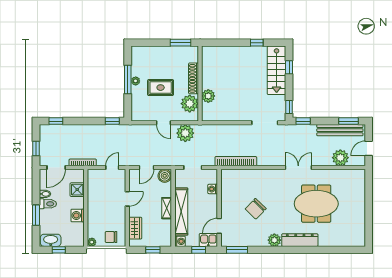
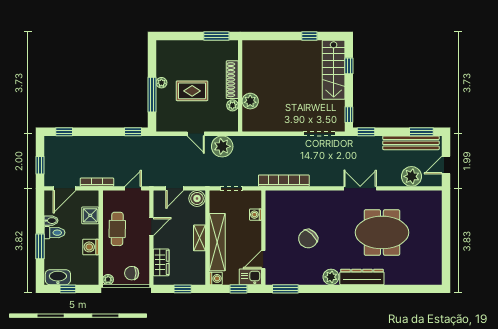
window: (128, 79) -> (152, 95), moved
plant: (190, 104) -> (232, 105), width x0.53, depth x0.53
cafe table: (99, 201) -> (117, 229), added

